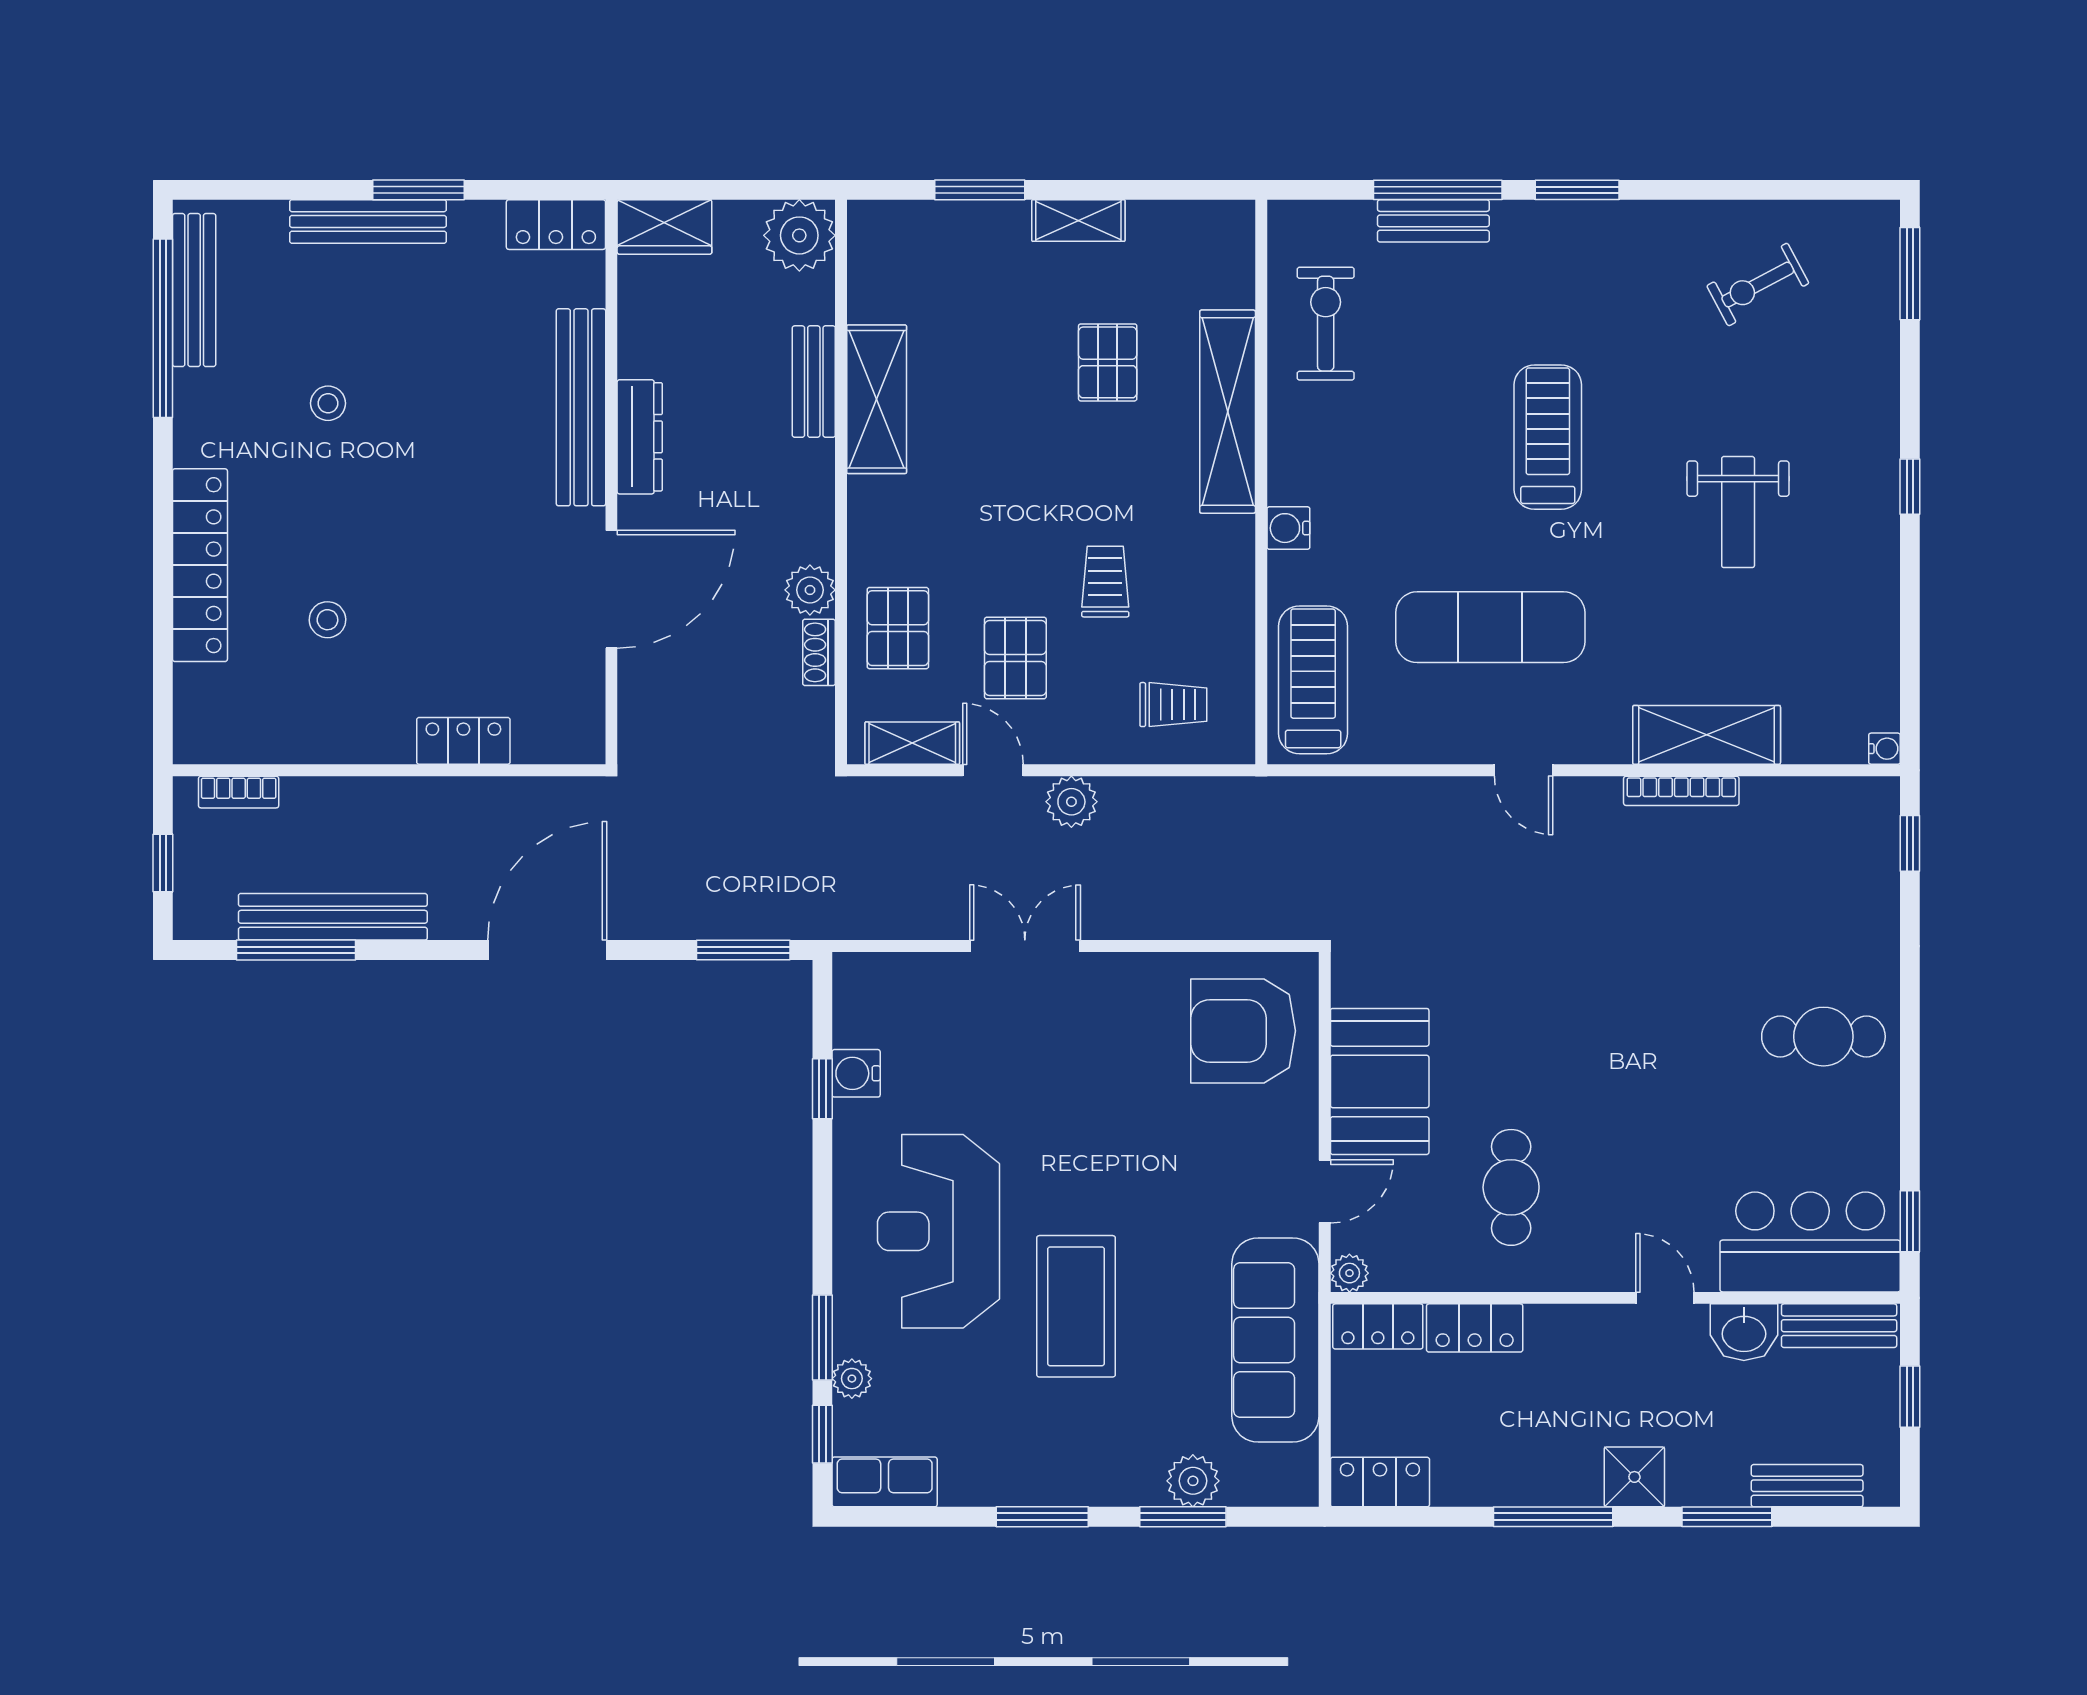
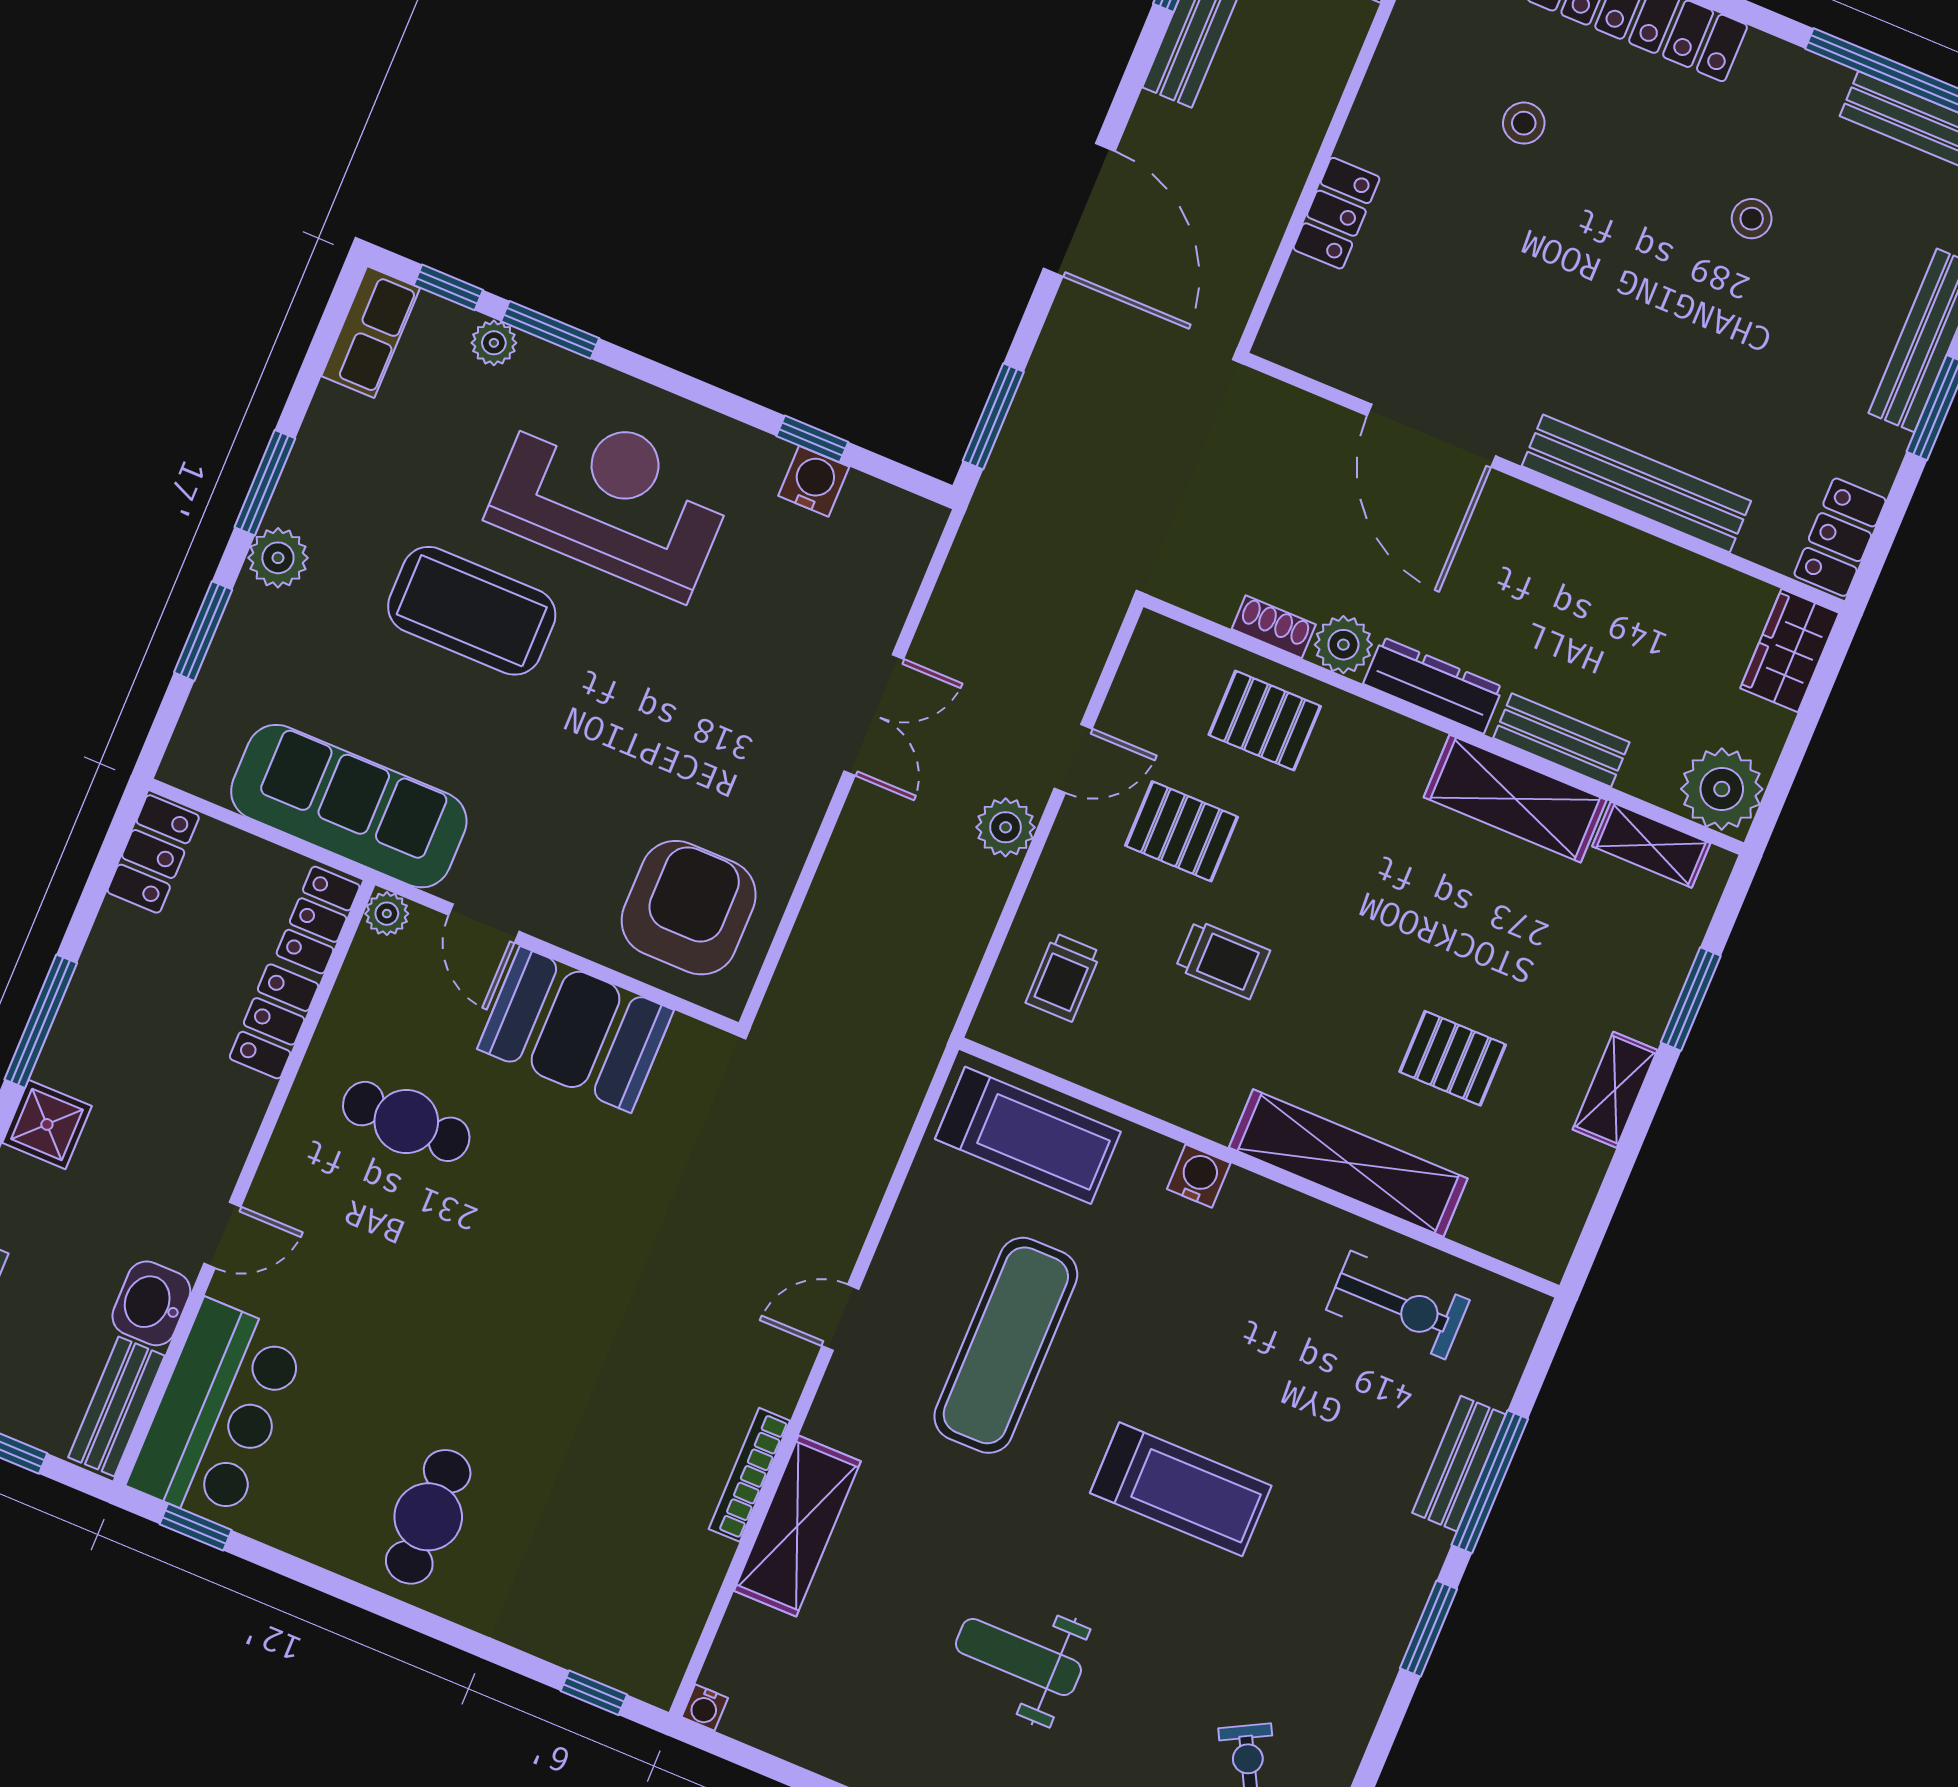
dresser: (640, 437) -> (1433, 685), moved, turned 180
shelving: (912, 743) -> (1651, 845), moved, turned 90
plant: (1193, 1481) -> (278, 558), moved

